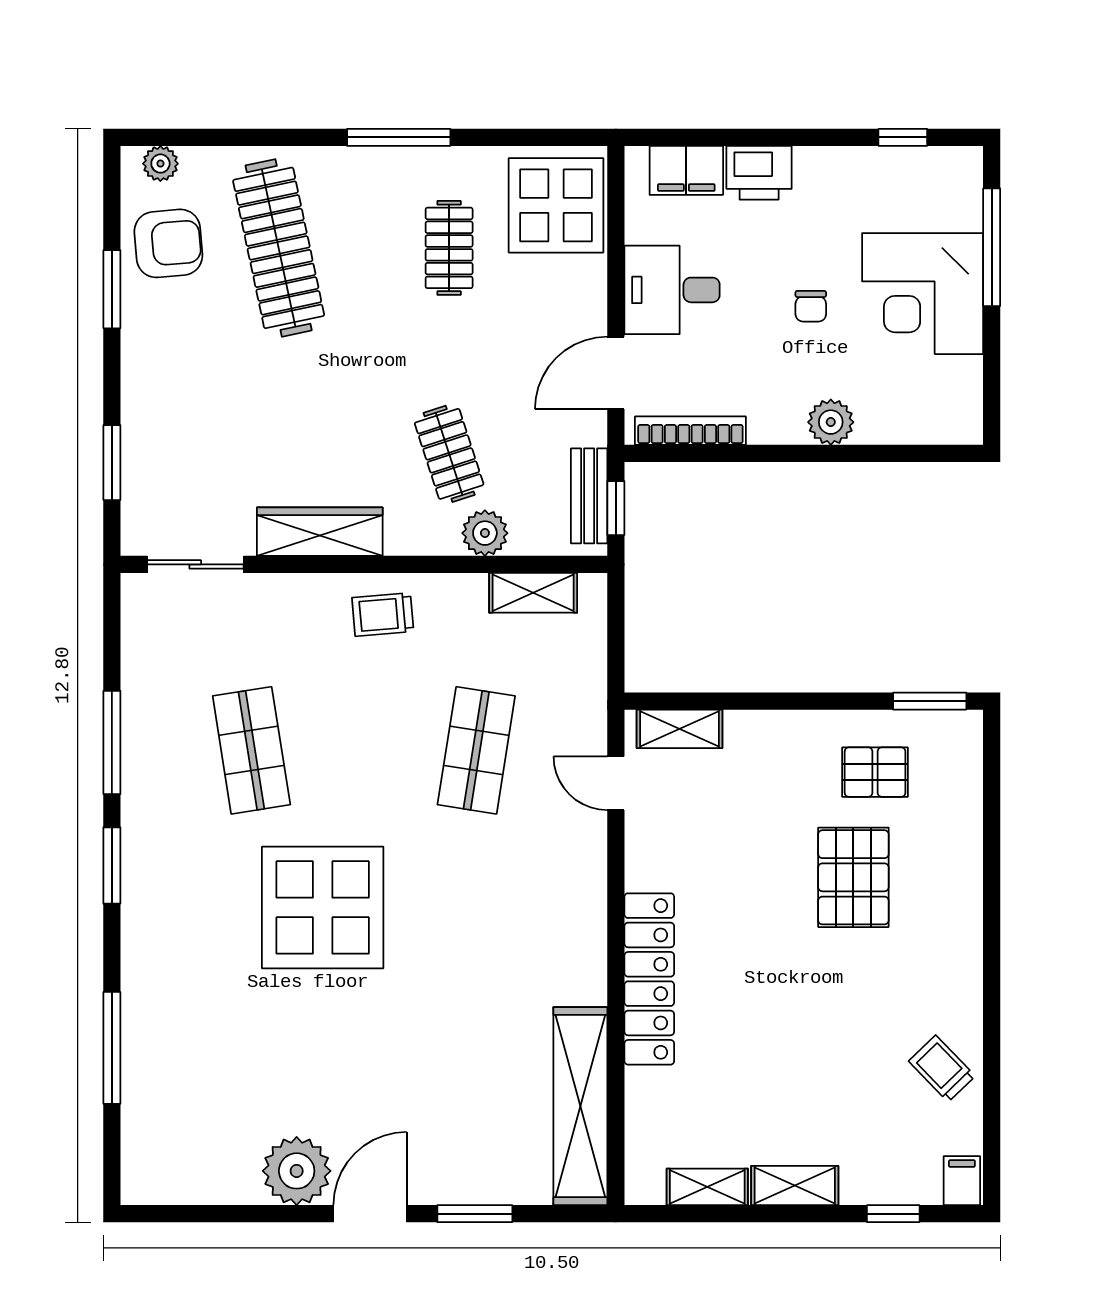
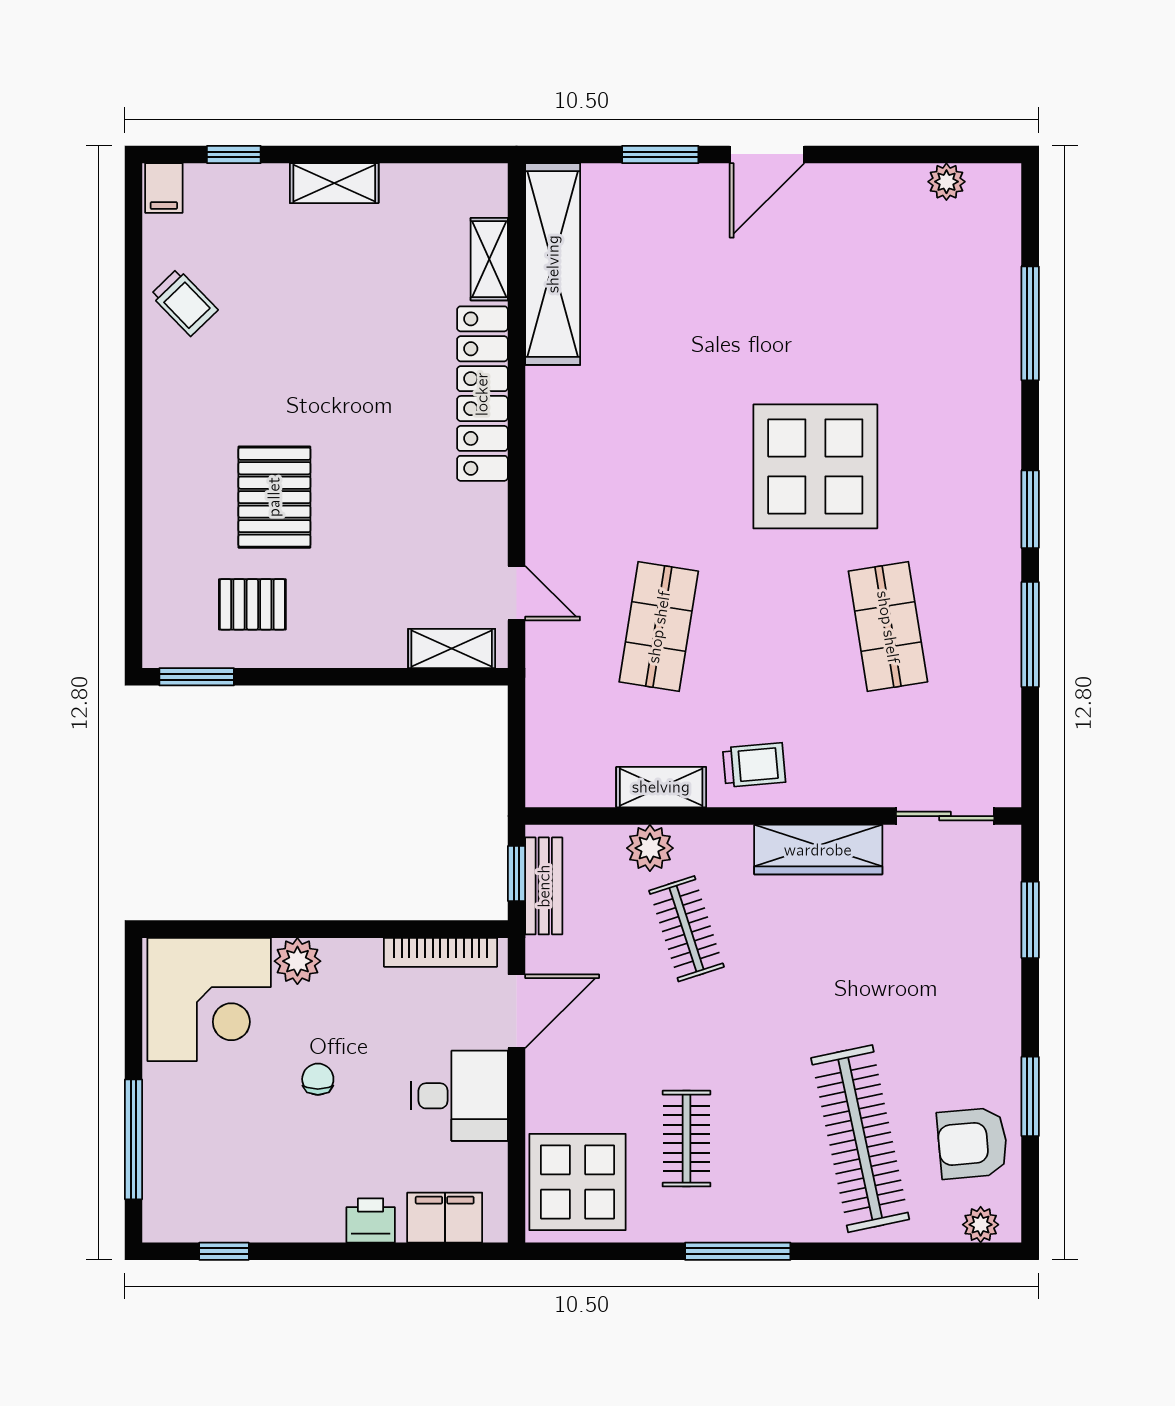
printer: (759, 173) -> (371, 1220), width x0.73, depth x0.81
corner desk: (923, 294) -> (209, 1000), moved, turned 90
shelving: (533, 593) -> (661, 787), moved
plant: (297, 1171) -> (946, 182), moved, width x0.53, depth x0.53
shelving: (707, 1187) -> (489, 259), moved, turned 90

